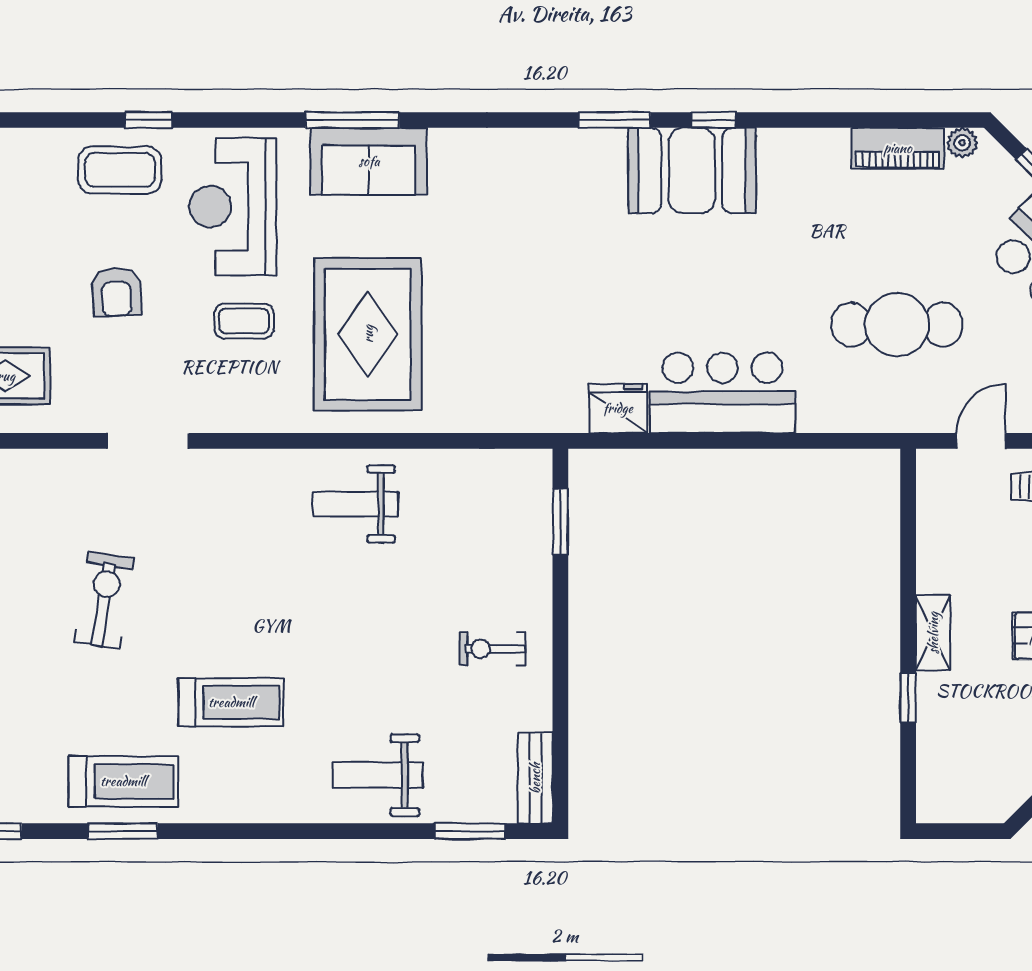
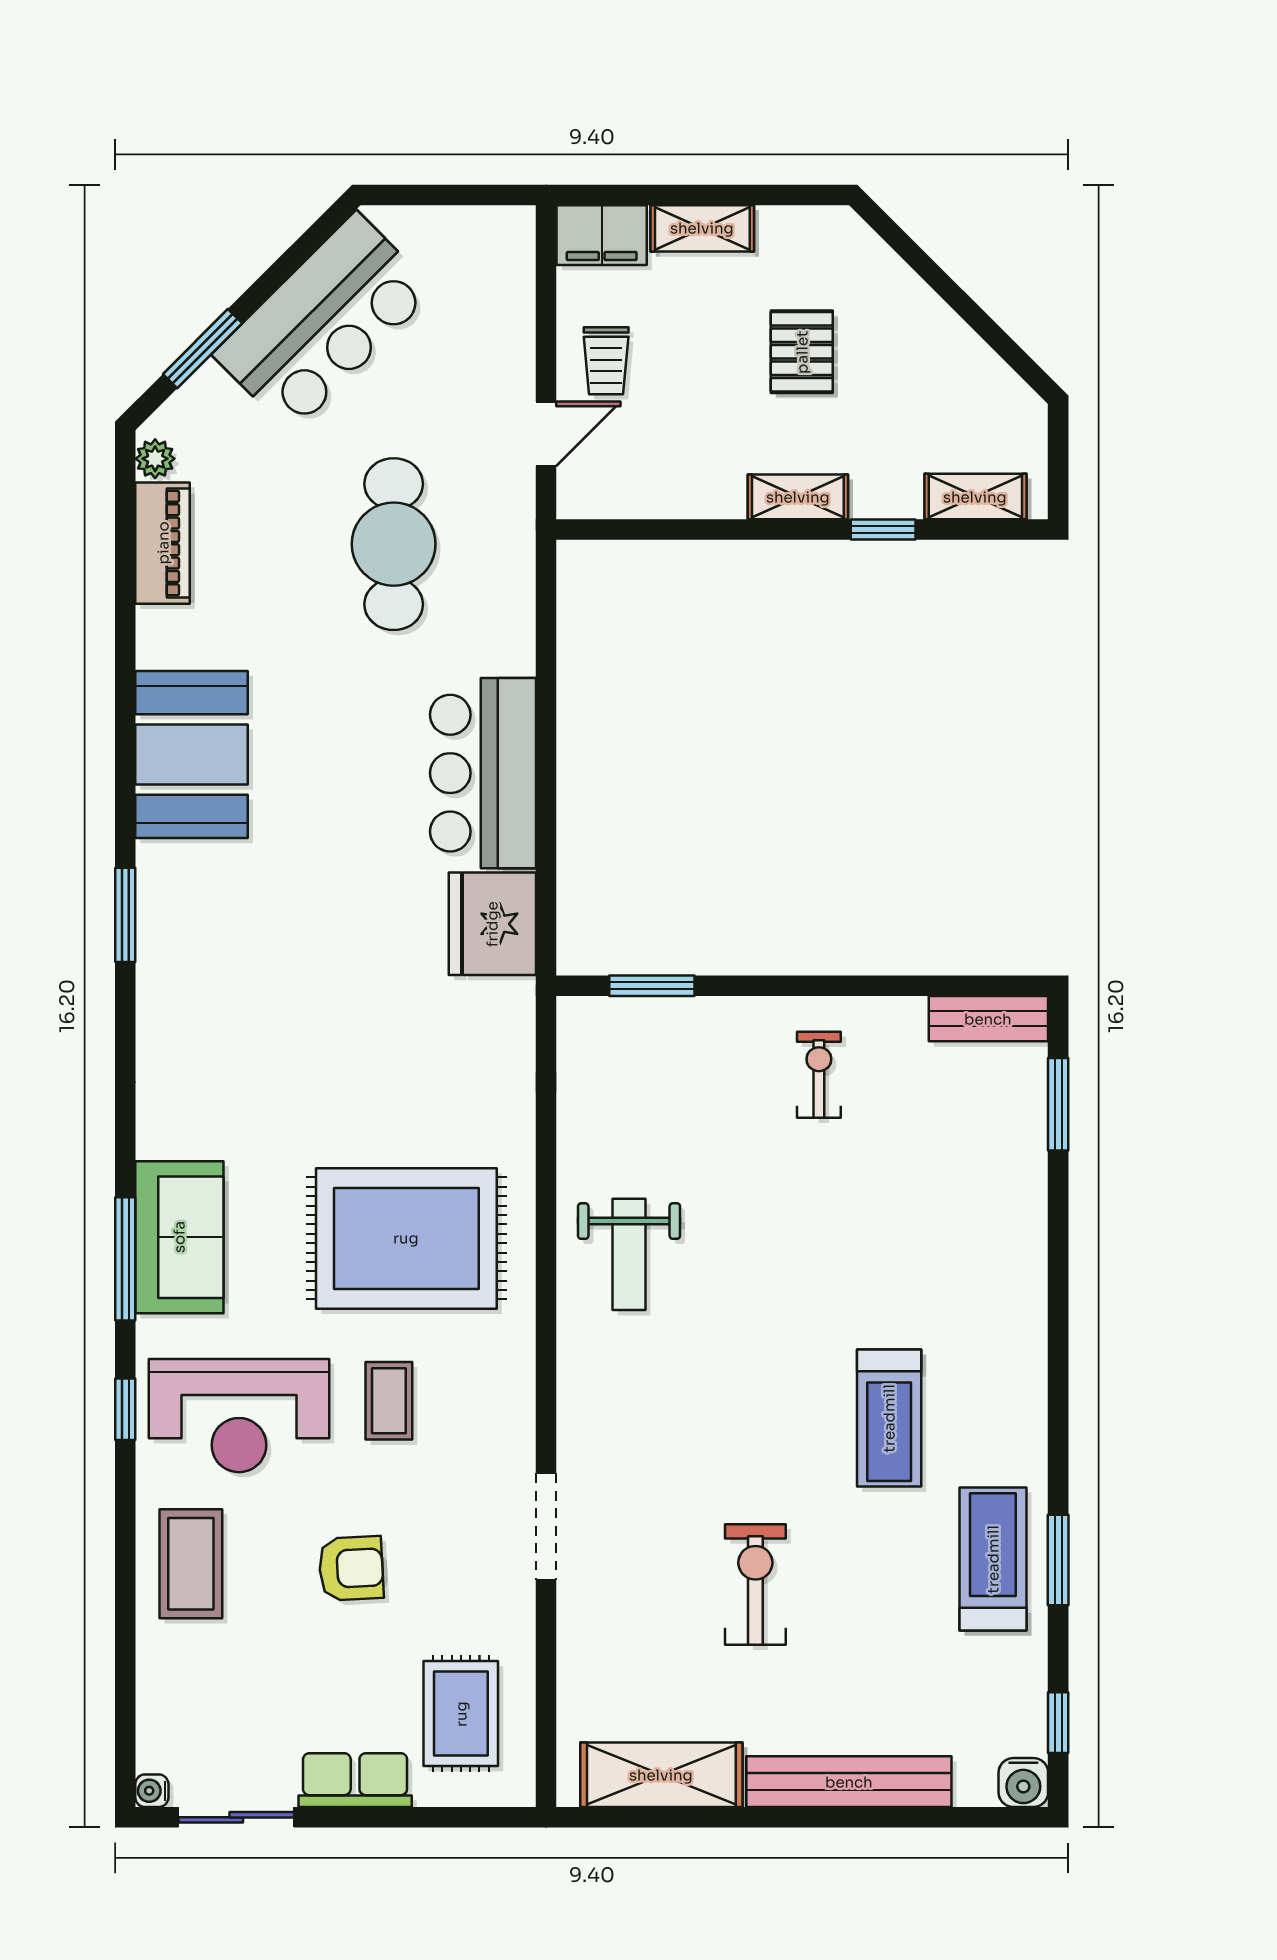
window: (149, 120) -> (125, 1409), moved
window: (714, 120) -> (125, 785), removed
booth: (692, 171) -> (192, 754), moved
fridge: (618, 408) -> (492, 924), width x1.36, depth x1.34
door: (981, 441) -> (546, 434), swing flipped
exercise bike: (104, 600) -> (755, 1584), turned 81
exercise bike: (493, 649) -> (819, 1075), turned 180
treadmill: (231, 702) -> (889, 1418), turned 180
shelving: (933, 768) -> (975, 497), added
weight bench: (378, 775) -> (985, 1225), removed

